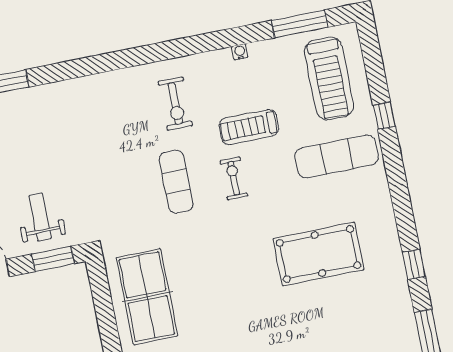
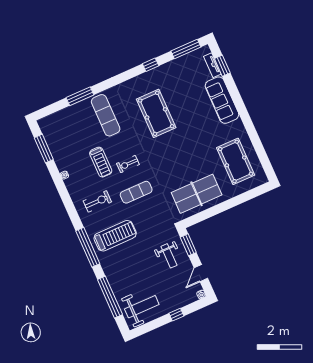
window: (92, 65) -> (88, 247), added
treadmill: (329, 79) -> (115, 236), moved
window: (384, 116) -> (80, 96), width x2.17
weight bench: (40, 217) -> (169, 256), turned -90

